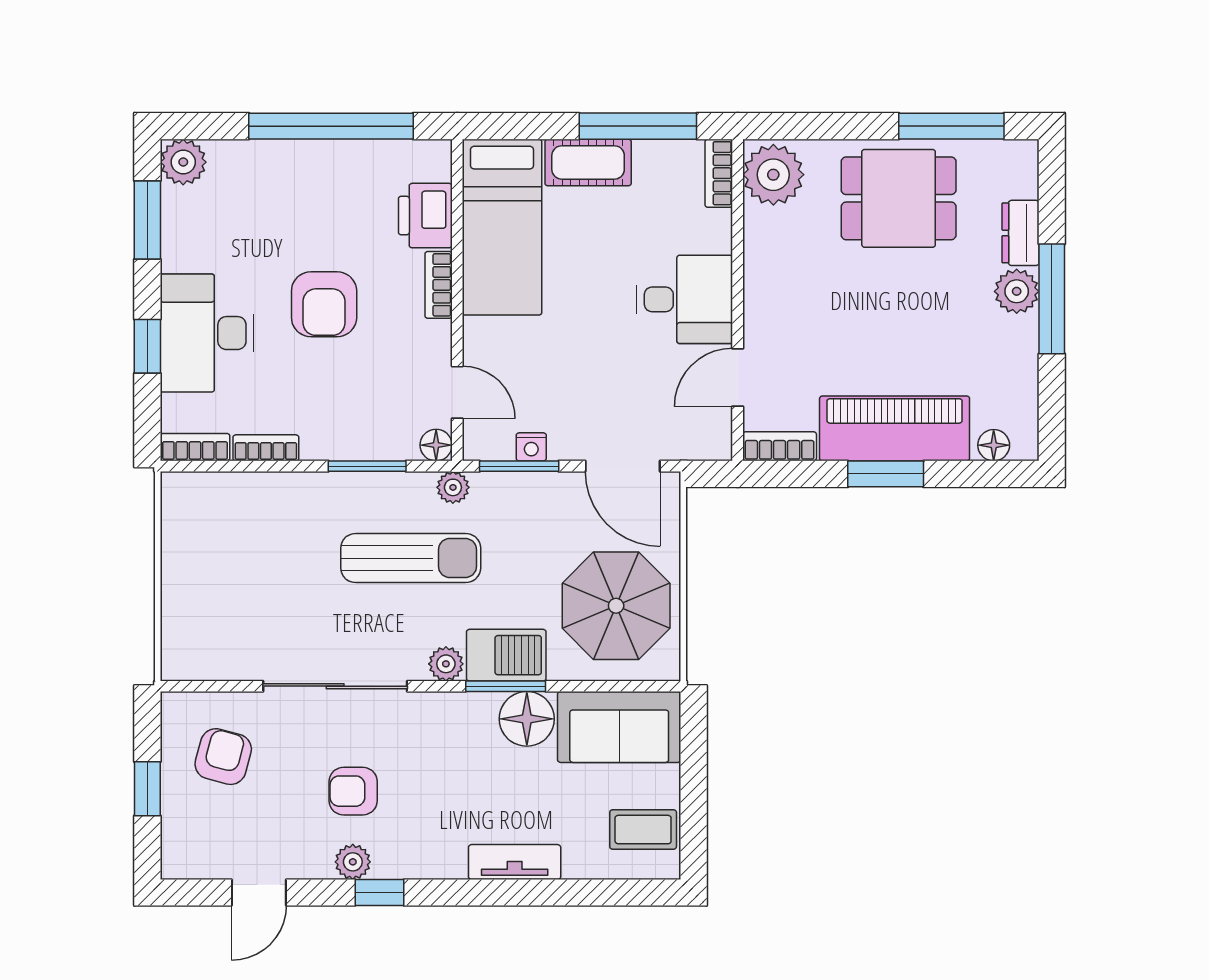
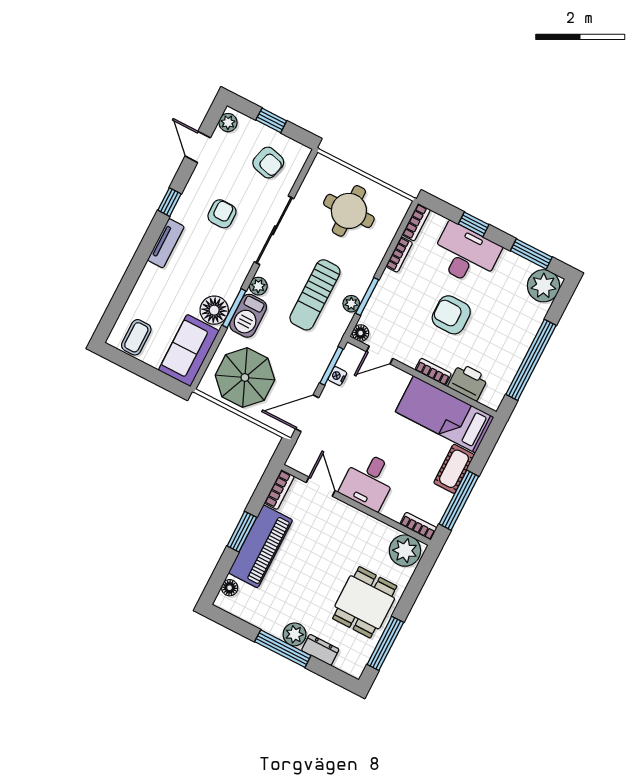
plant: (183, 162) -> (544, 286), width x1.36, depth x1.36
plant: (453, 487) -> (351, 304), moved
round table: (235, 574) -> (349, 211), added
plant: (353, 862) -> (228, 123), moved
tv unit: (515, 862) -> (166, 243), moved

